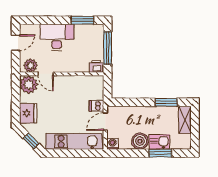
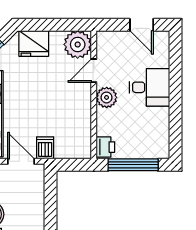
window: (82, 20) -> (176, 127), removed
desk: (57, 37) -> (150, 87), width x0.73
plant: (31, 66) -> (107, 97), moved

